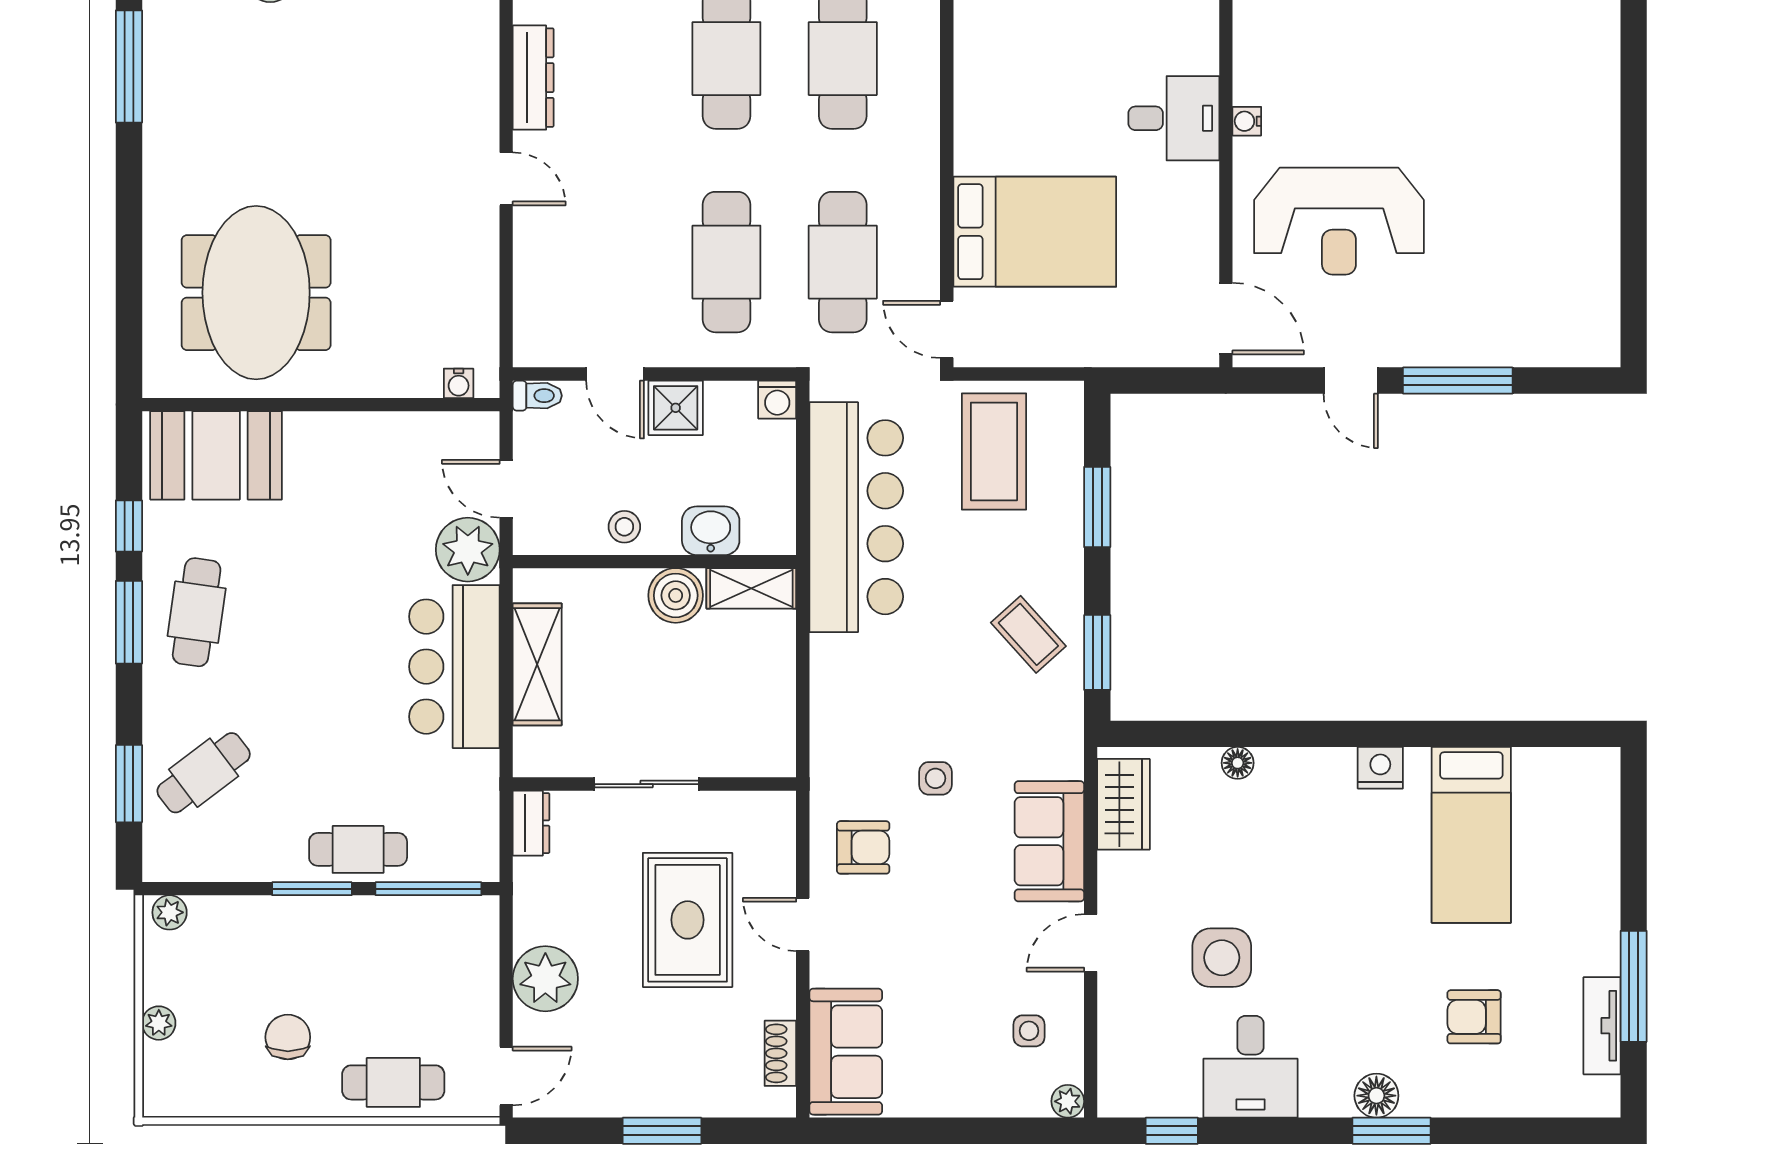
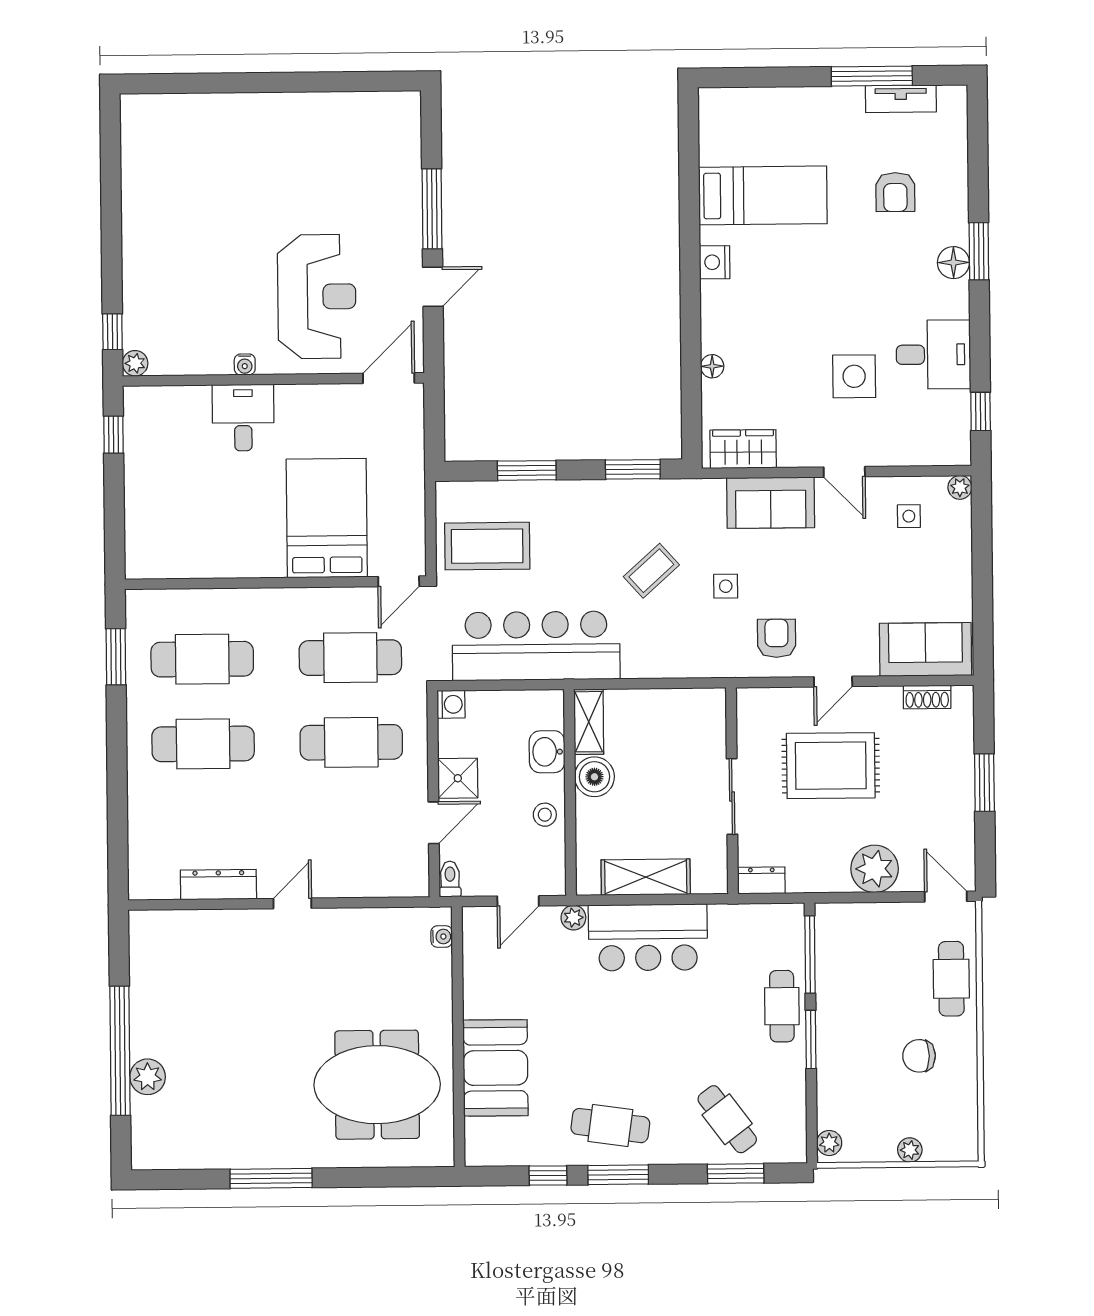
window: (129, 67) -> (271, 1178), moved
booth: (216, 455) -> (495, 1068), moved
plant: (468, 550) -> (573, 918), width x0.53, depth x0.53
coffee table: (1028, 634) -> (651, 571), moved

